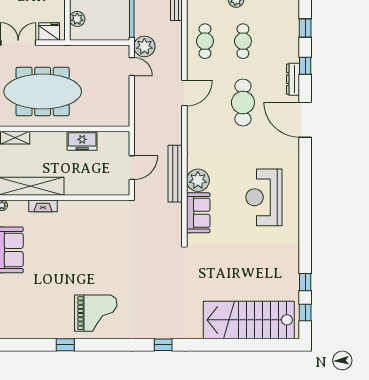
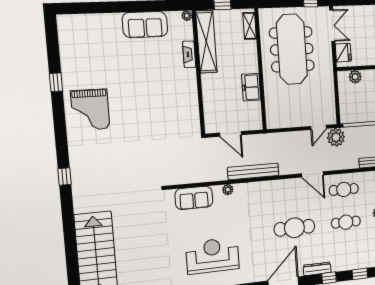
door: (184, 93) -> (312, 174), moved
bench: (175, 174) -> (253, 171), moved
plant: (198, 180) -> (228, 190), width x0.53, depth x0.53

